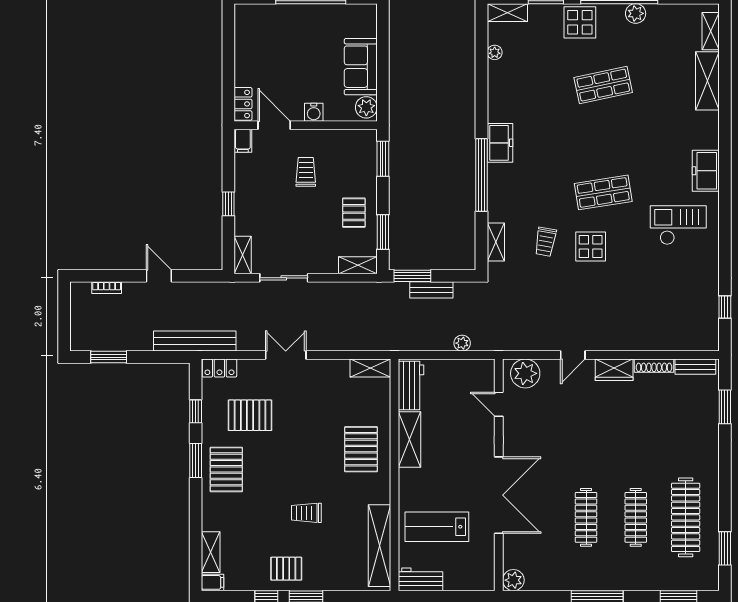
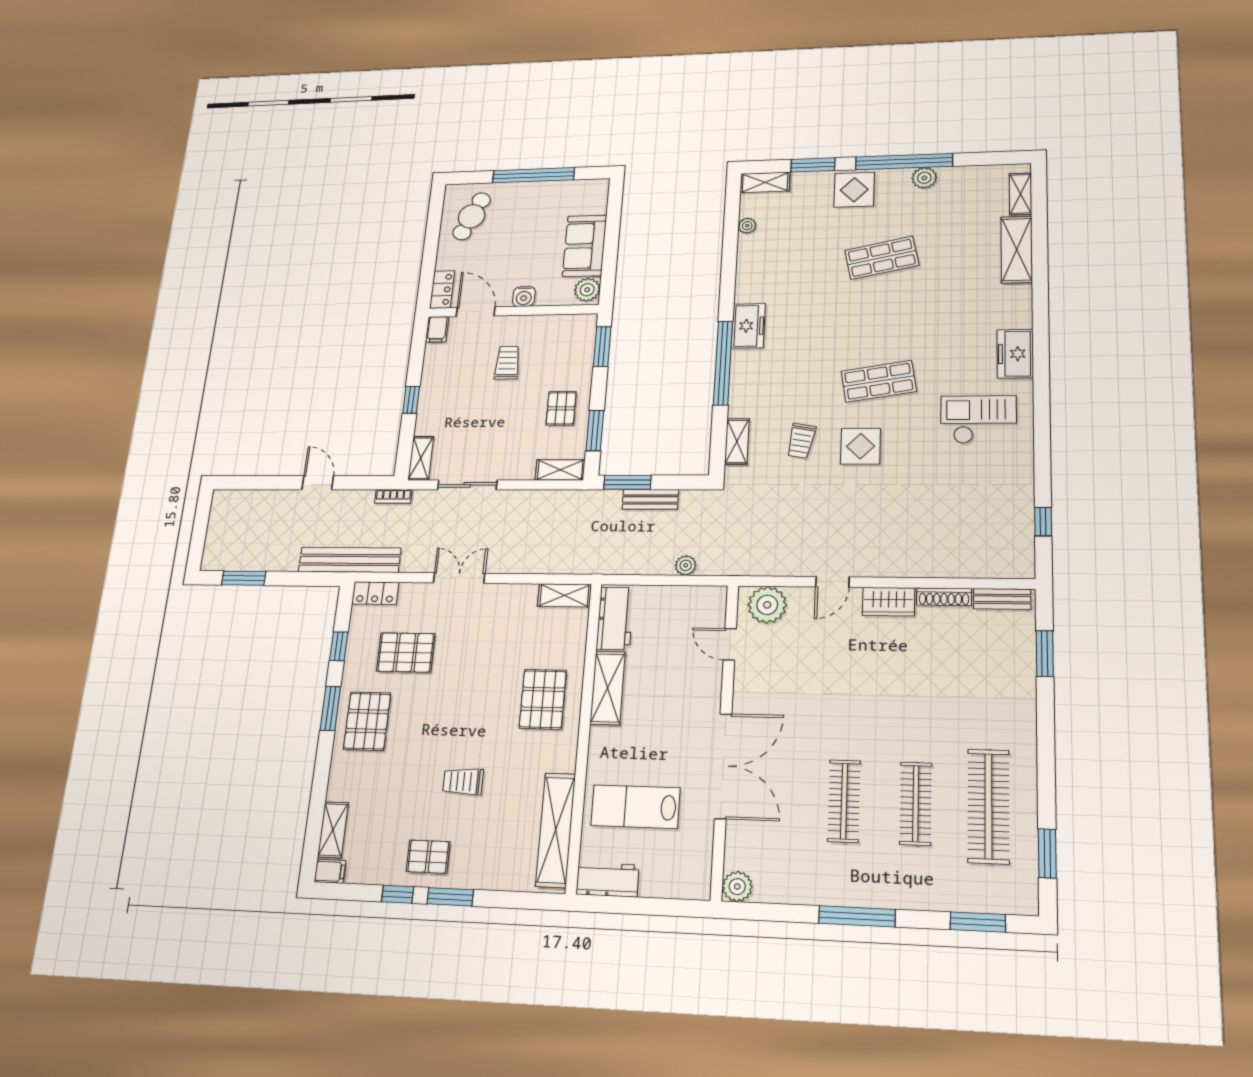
cafe table: (261, 35) -> (472, 216), added
bookcase: (107, 288) -> (393, 496), moved

